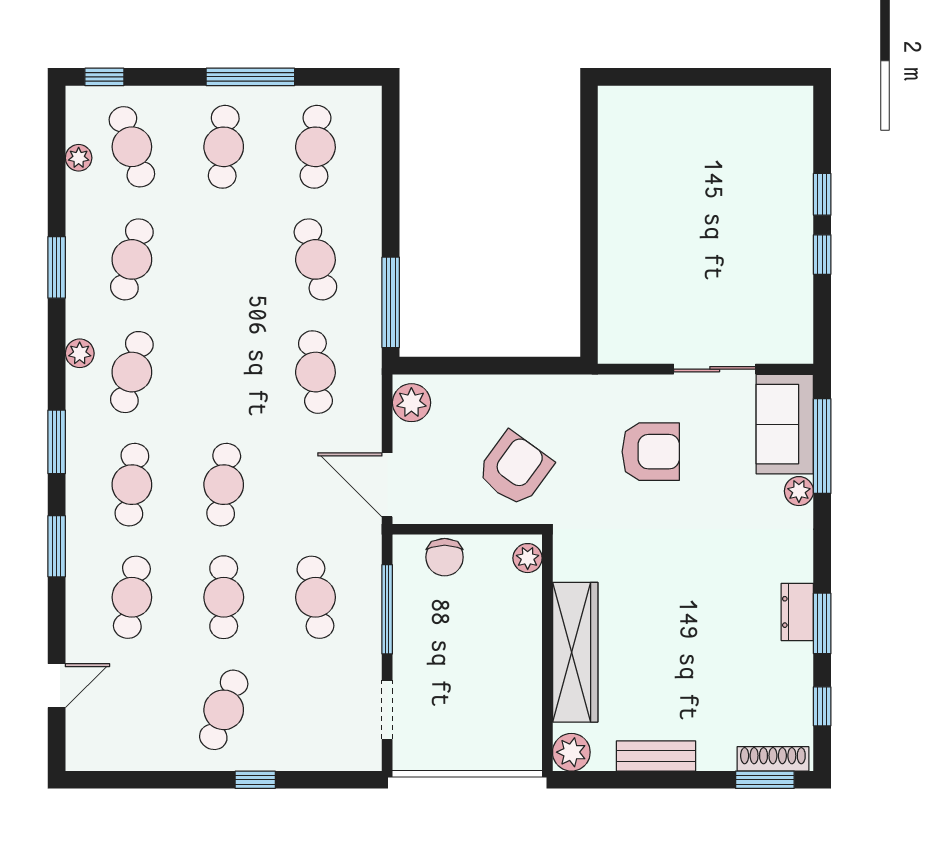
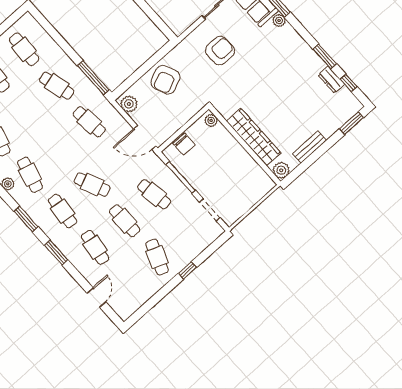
armchair: (515, 469) -> (165, 80), moved, turned -149
cafe table: (224, 485) -> (92, 185), turned -30
dresser: (797, 612) -> (331, 80), moved
shoe rack: (773, 759) -> (348, 114), removed

